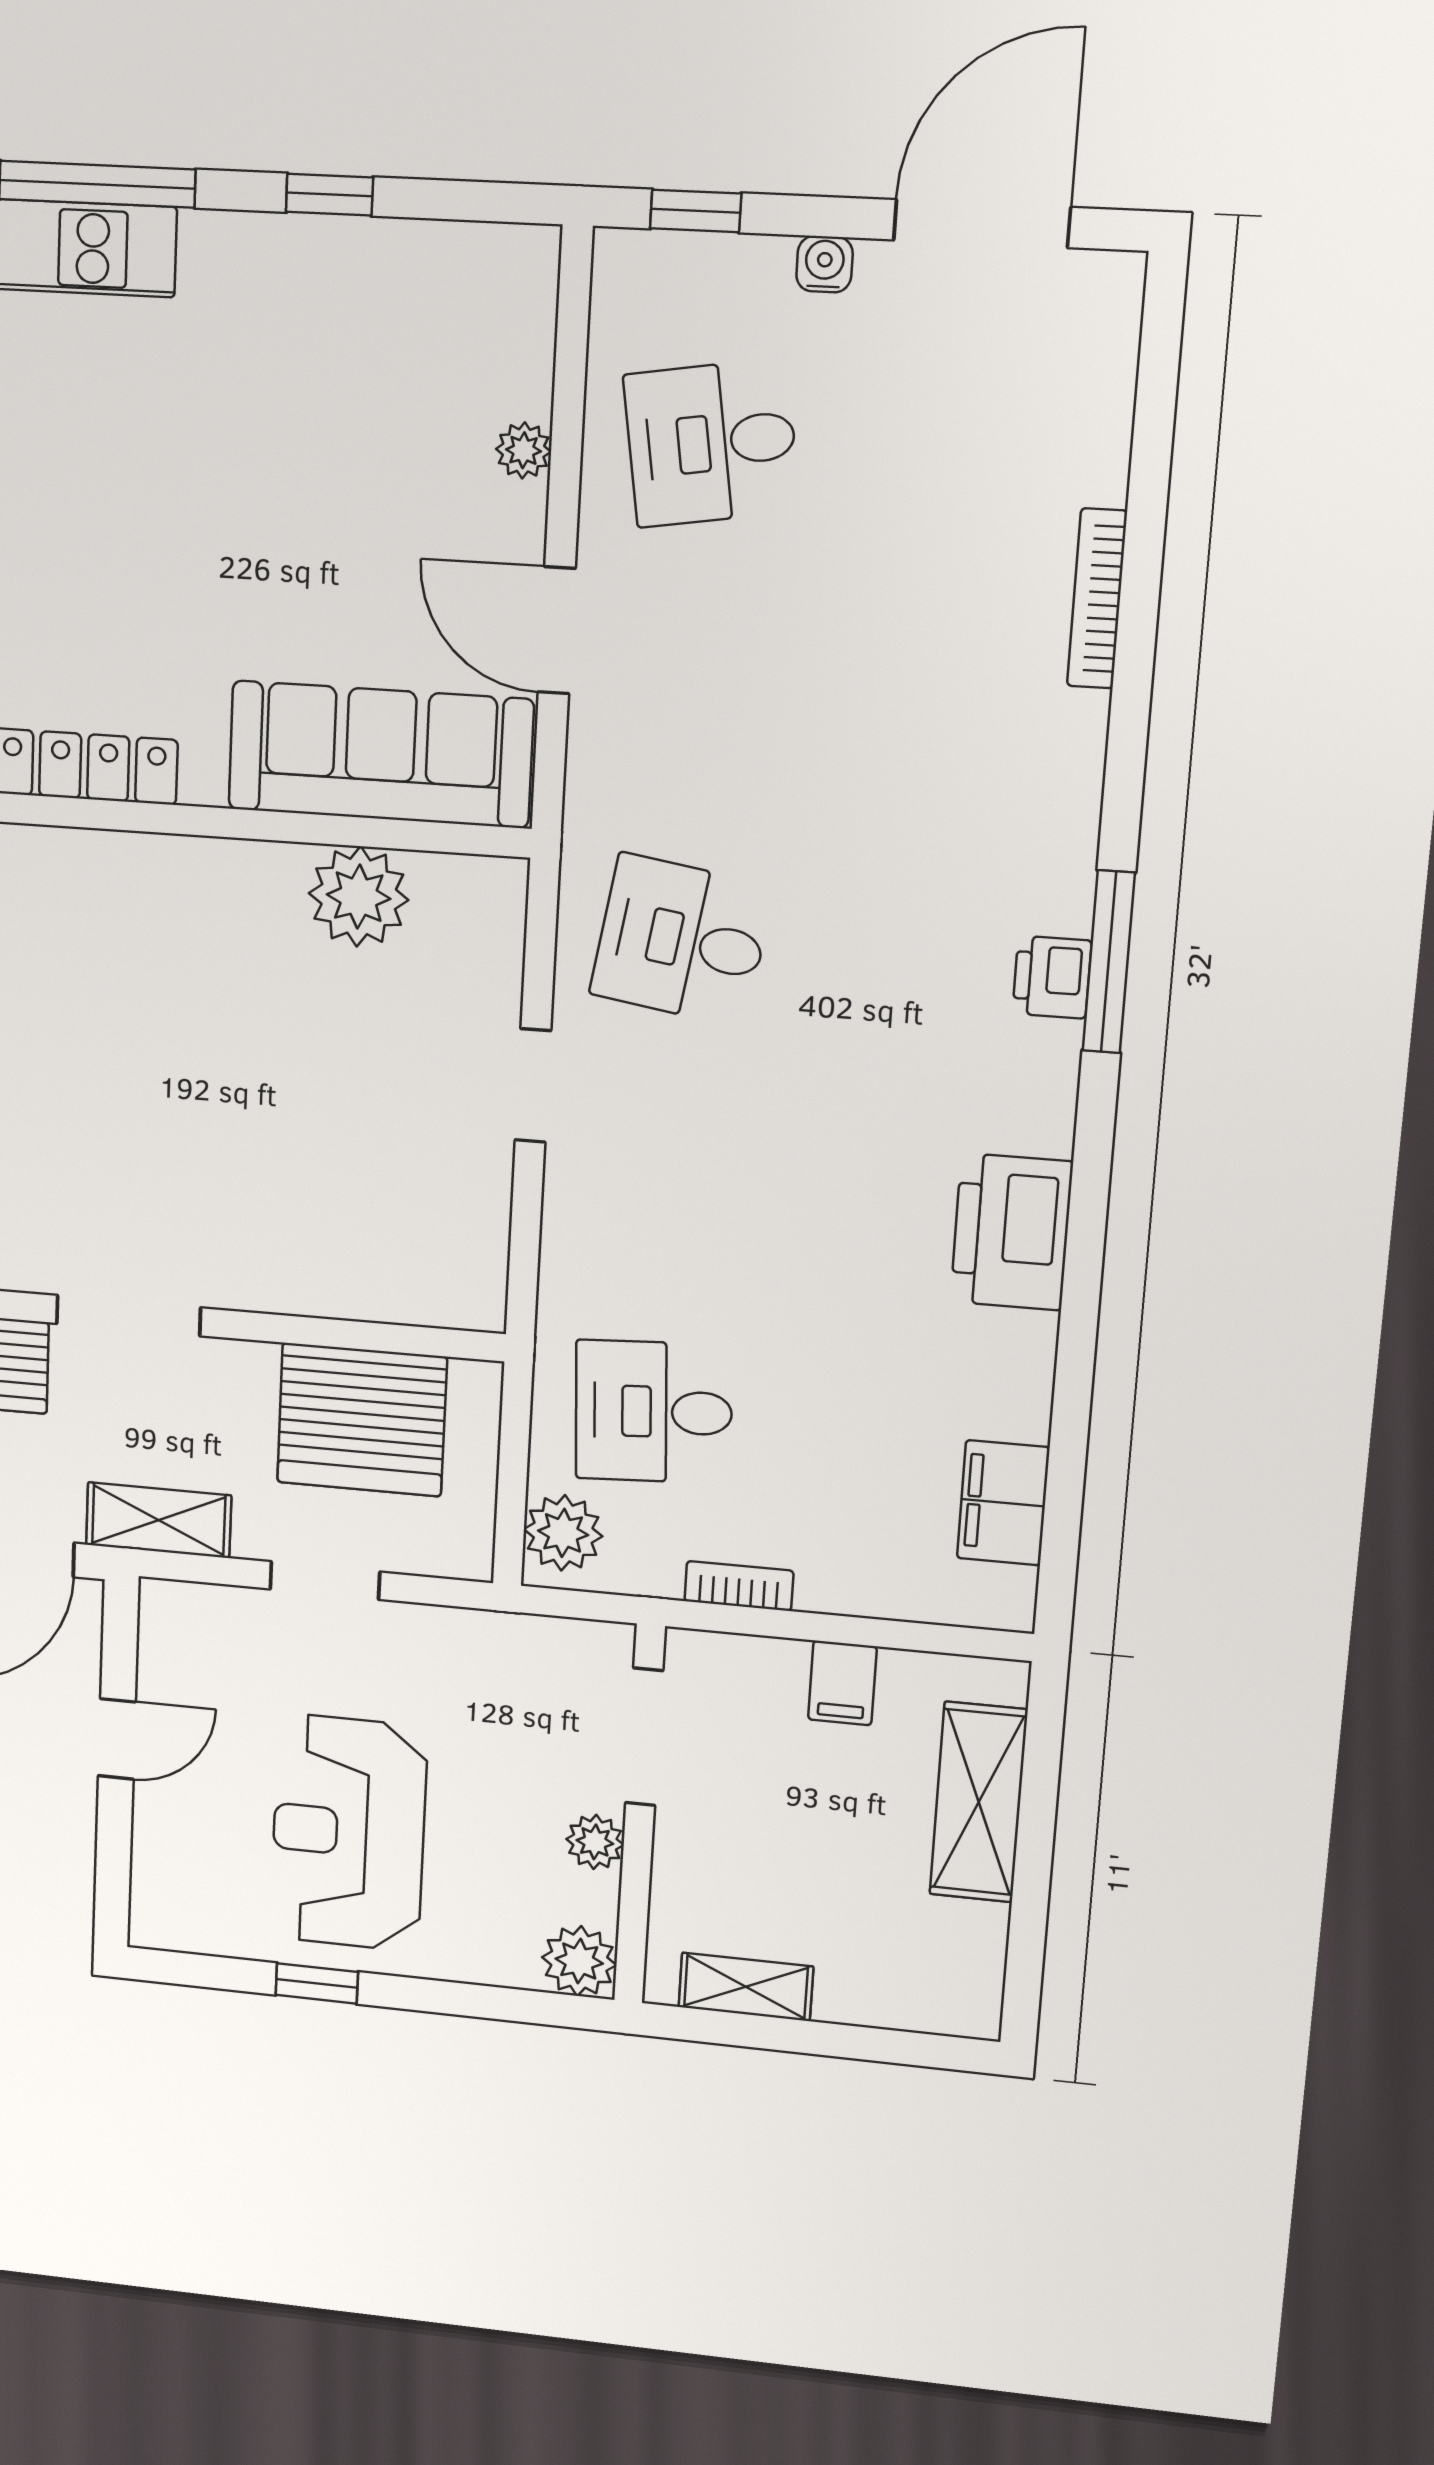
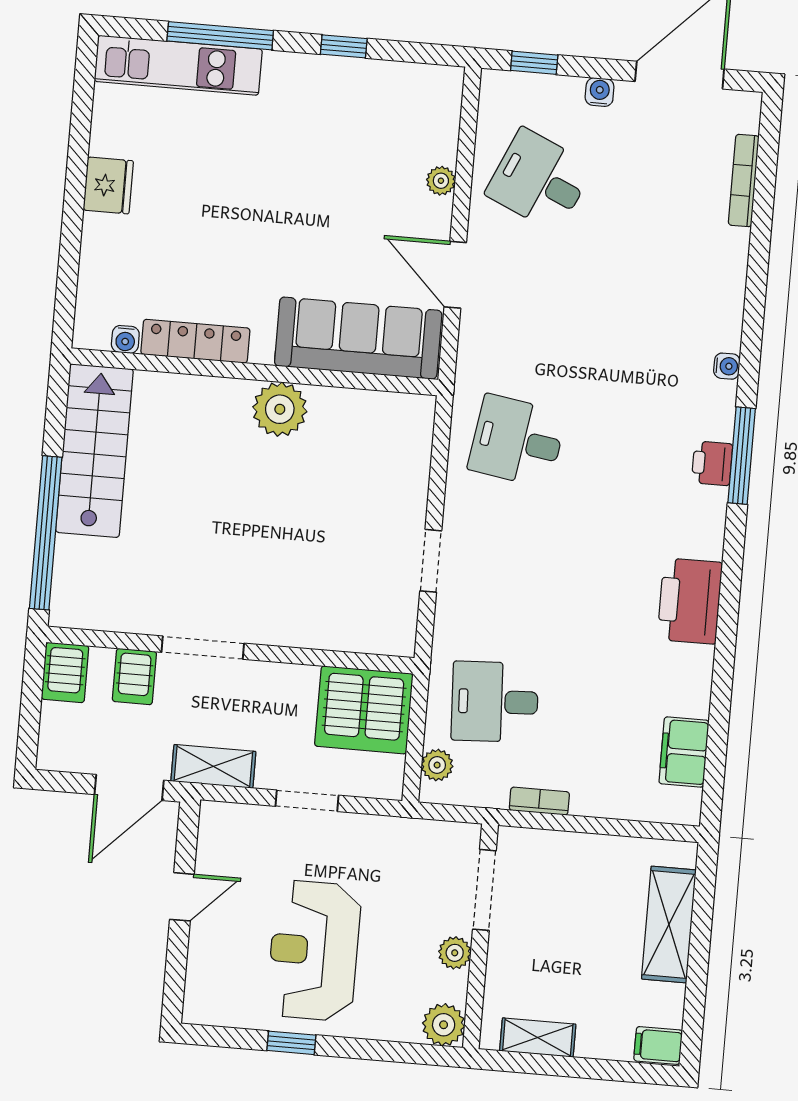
desk: (712, 443) -> (540, 180), turned 33
bookcase: (1097, 599) -> (744, 181), moved
water cooler: (1079, 793) -> (727, 366), added
plant: (359, 897) -> (280, 409), moved
doorway: (533, 1085) -> (431, 561), moved
server rack: (362, 1420) -> (364, 710), moved
plant: (563, 1533) -> (437, 765), width x0.73, depth x0.73
filing cabinet: (842, 1683) -> (658, 1046), moved, turned 90

